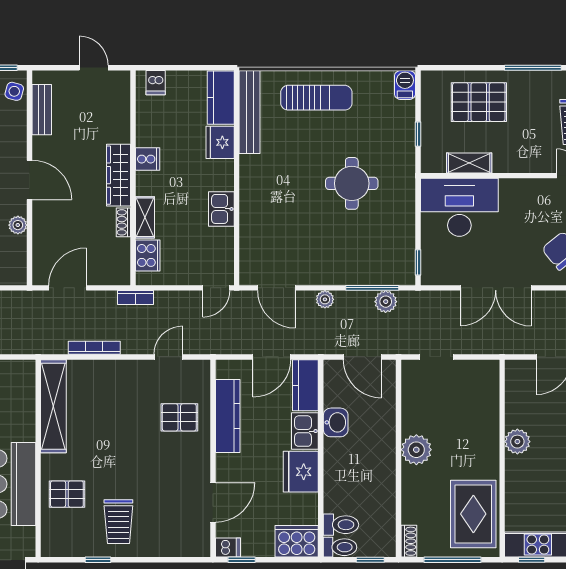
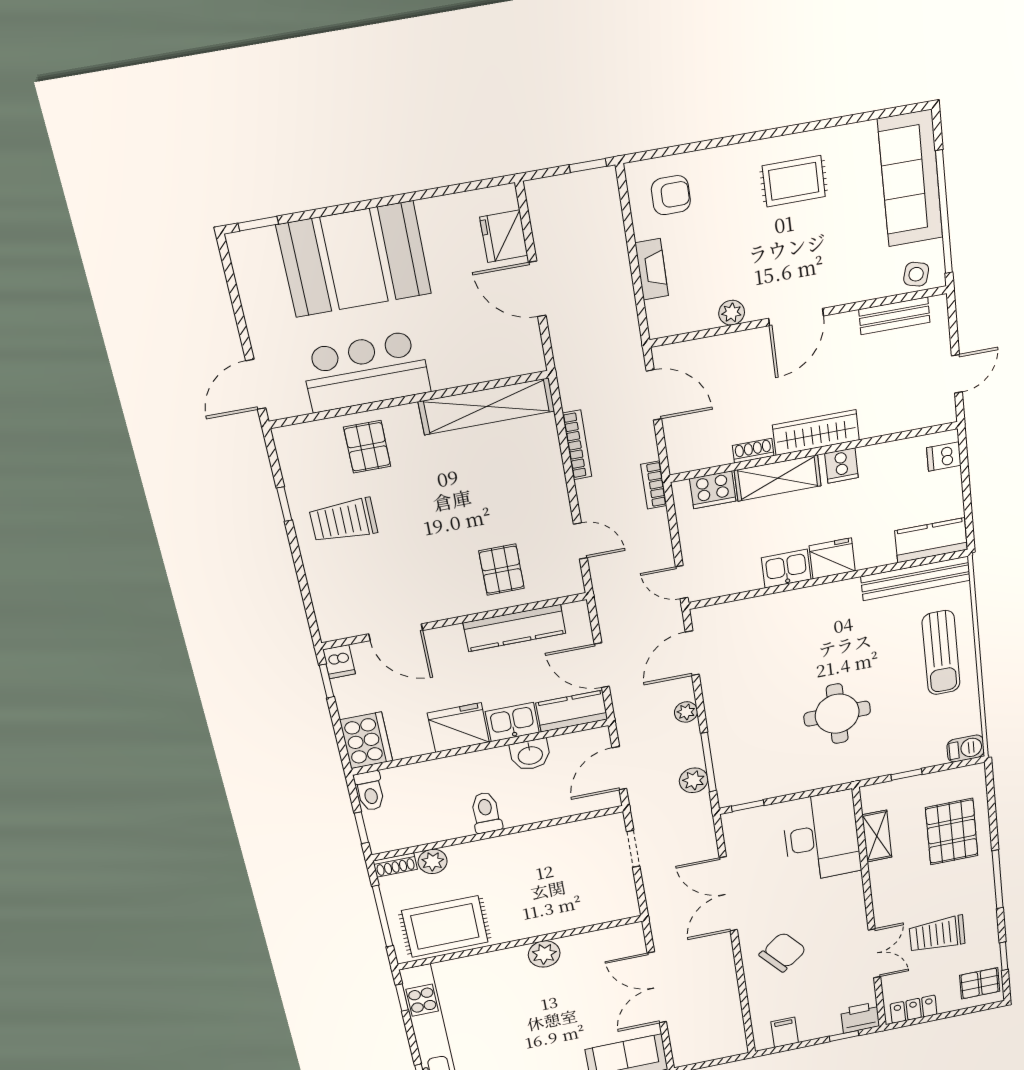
fridge: (220, 142) -> (832, 558), moved
shelving: (145, 217) -> (778, 478), width x1.50, depth x1.33
plant: (416, 450) -> (433, 861), moved, width x0.73, depth x0.73
toilet: (341, 525) -> (486, 813), moved, turned 180

